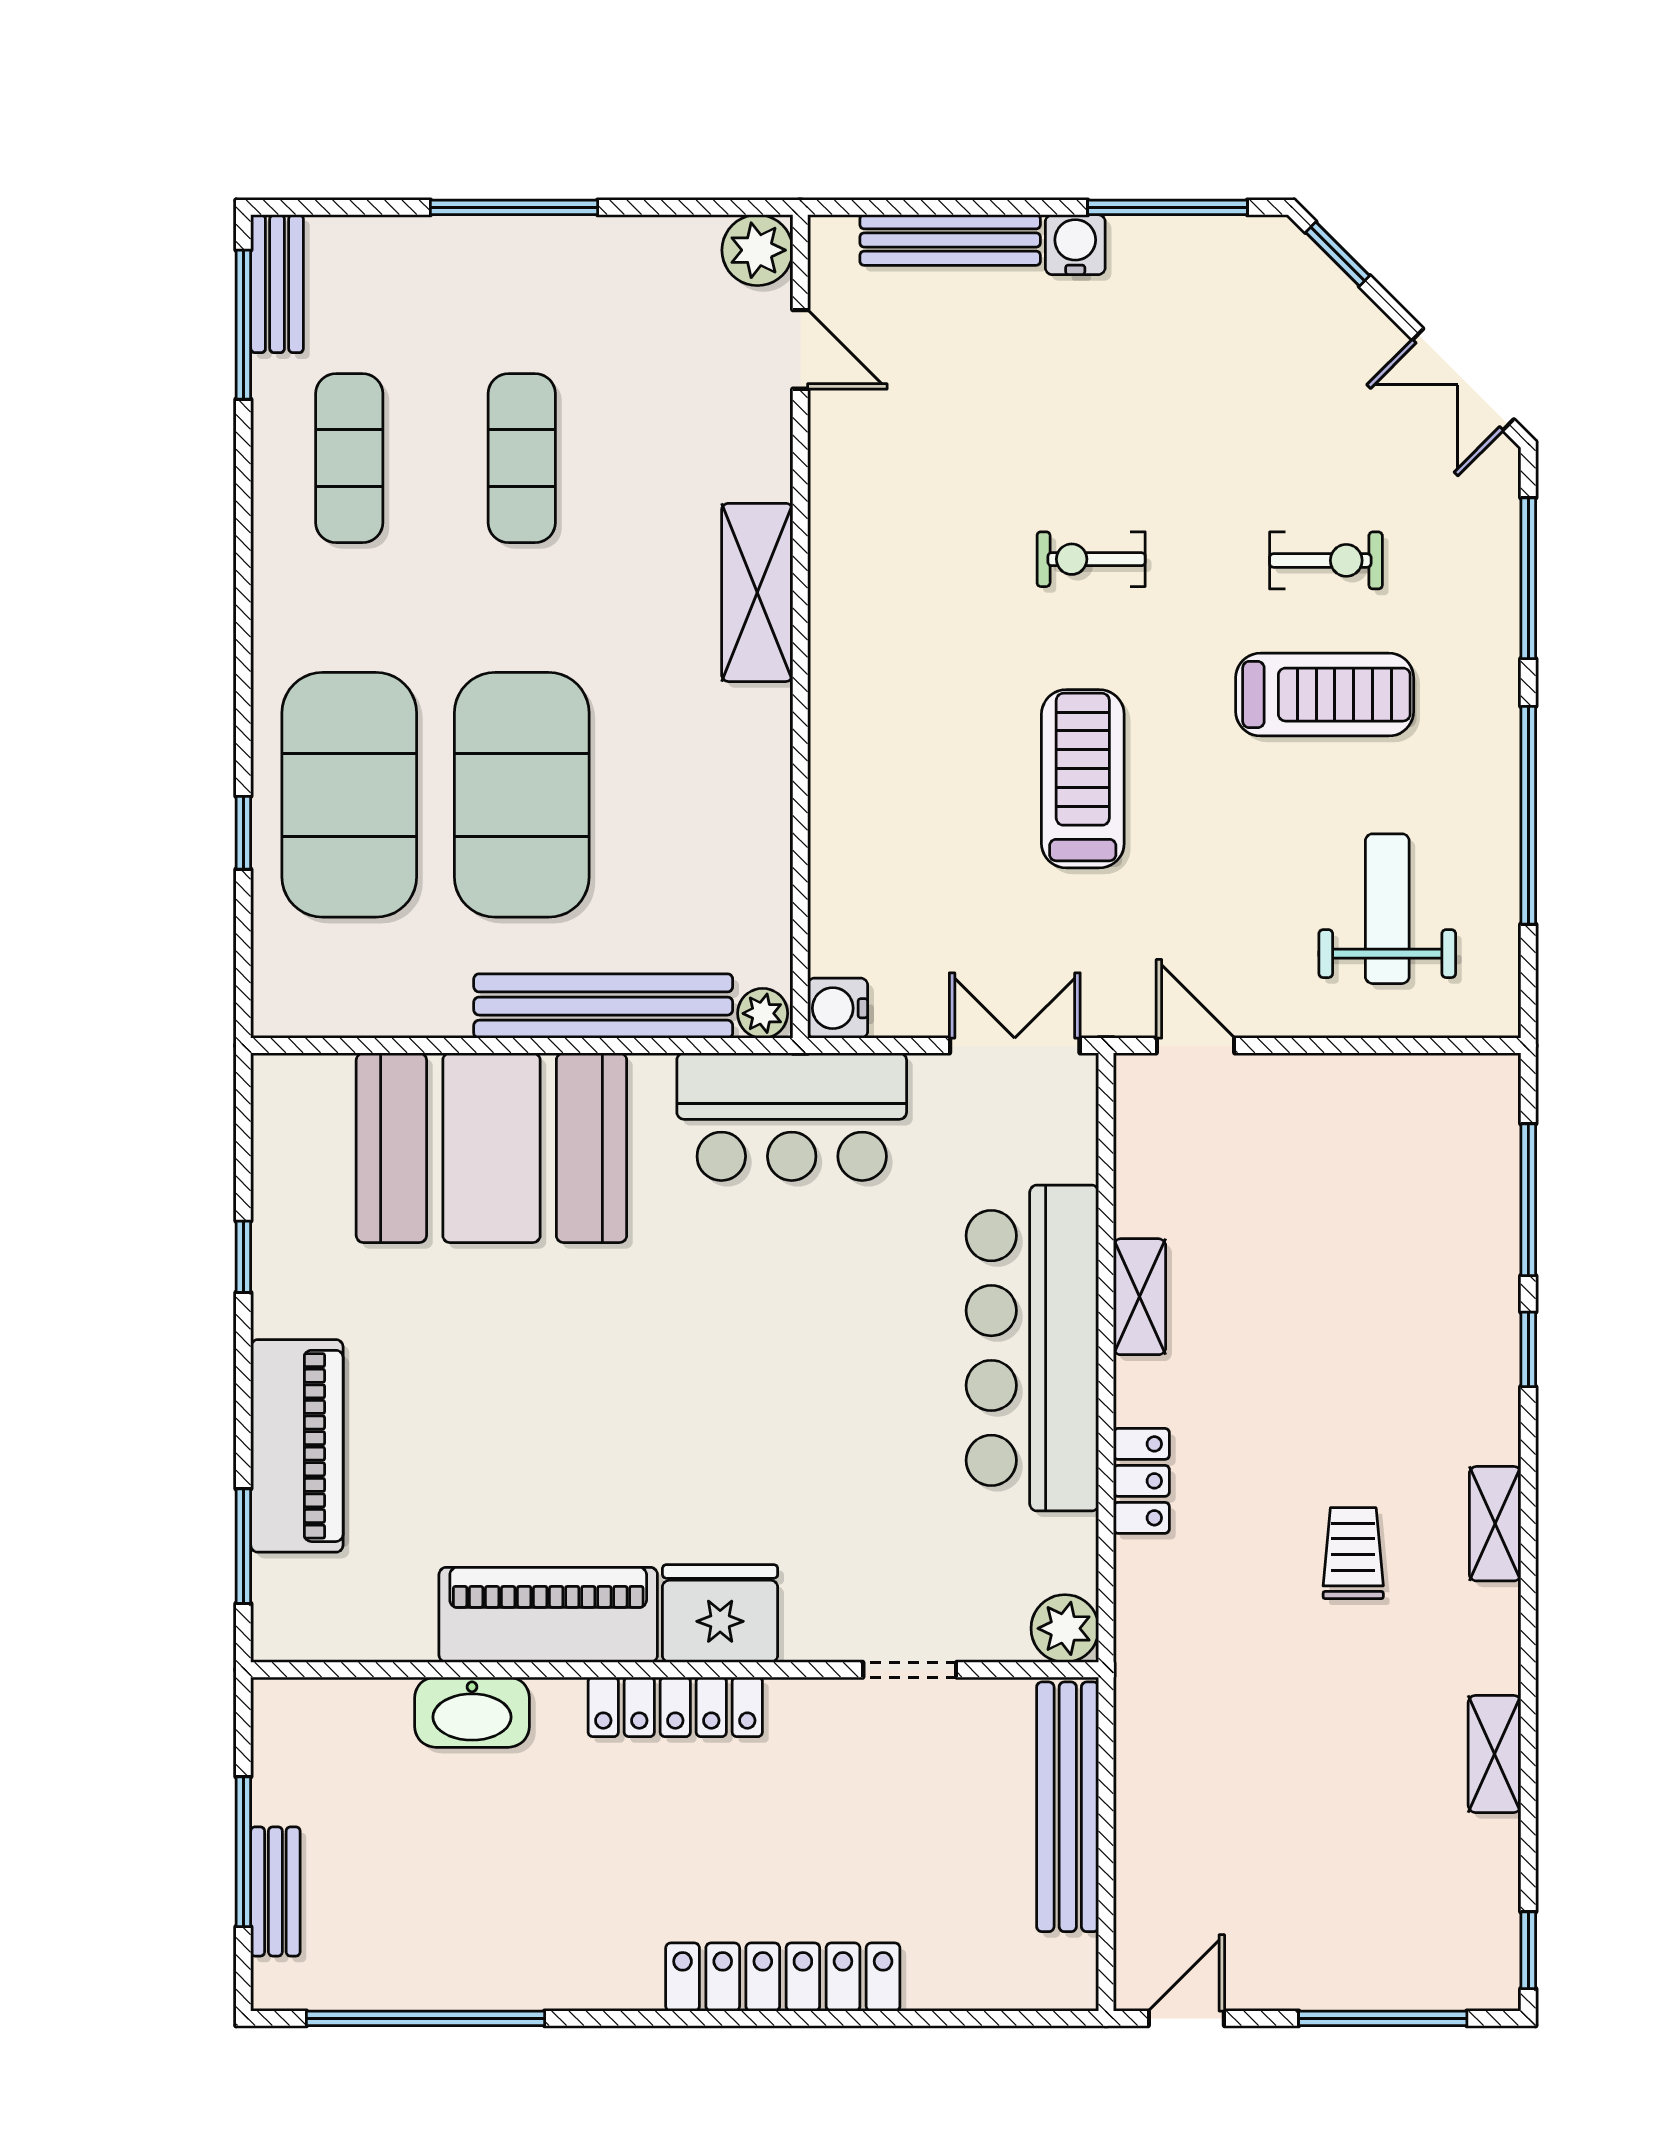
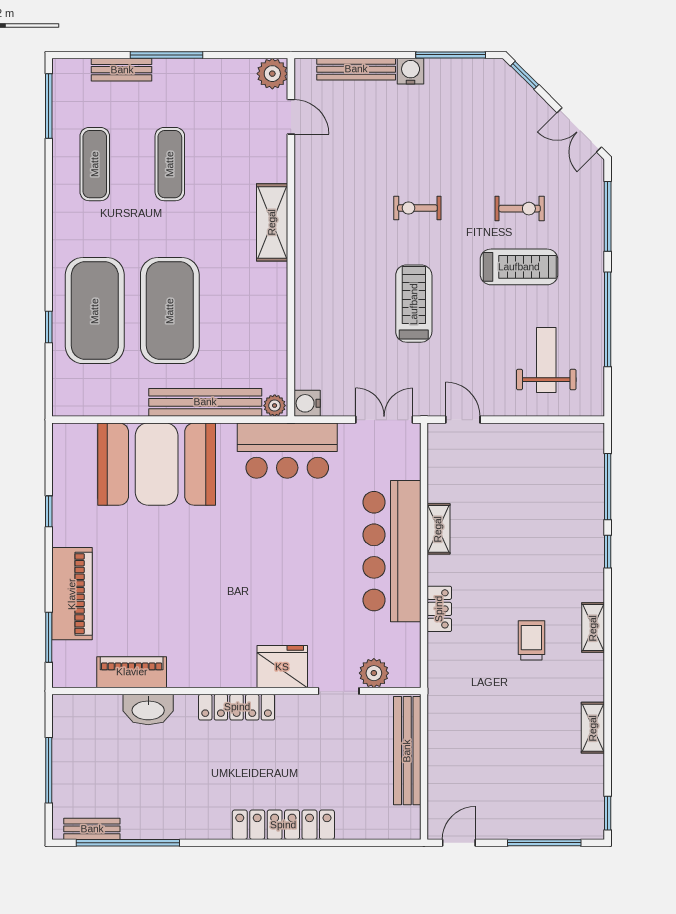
bench: (277, 284) -> (122, 70), moved, turned 90
fridge: (720, 1613) -> (282, 667), moved
piano: (548, 1615) -> (132, 672), moved, width x0.73, depth x0.75
plant: (1065, 1628) -> (374, 673), moved
bench: (275, 1891) -> (92, 829), moved, turned 90

